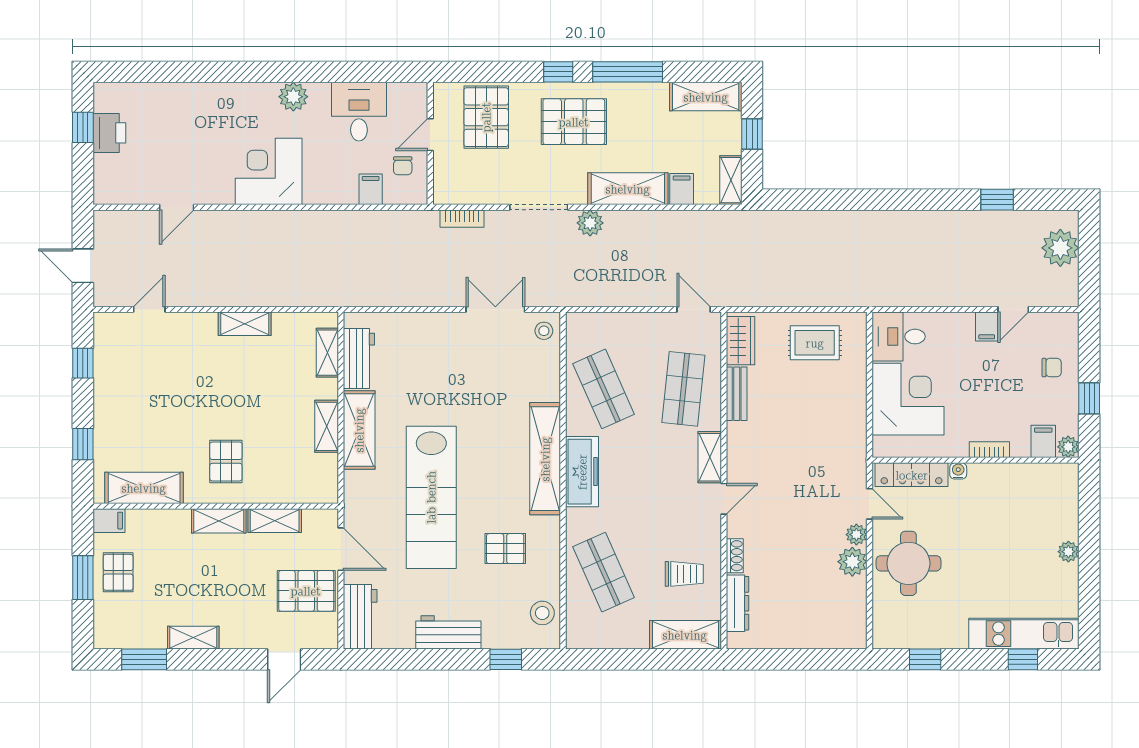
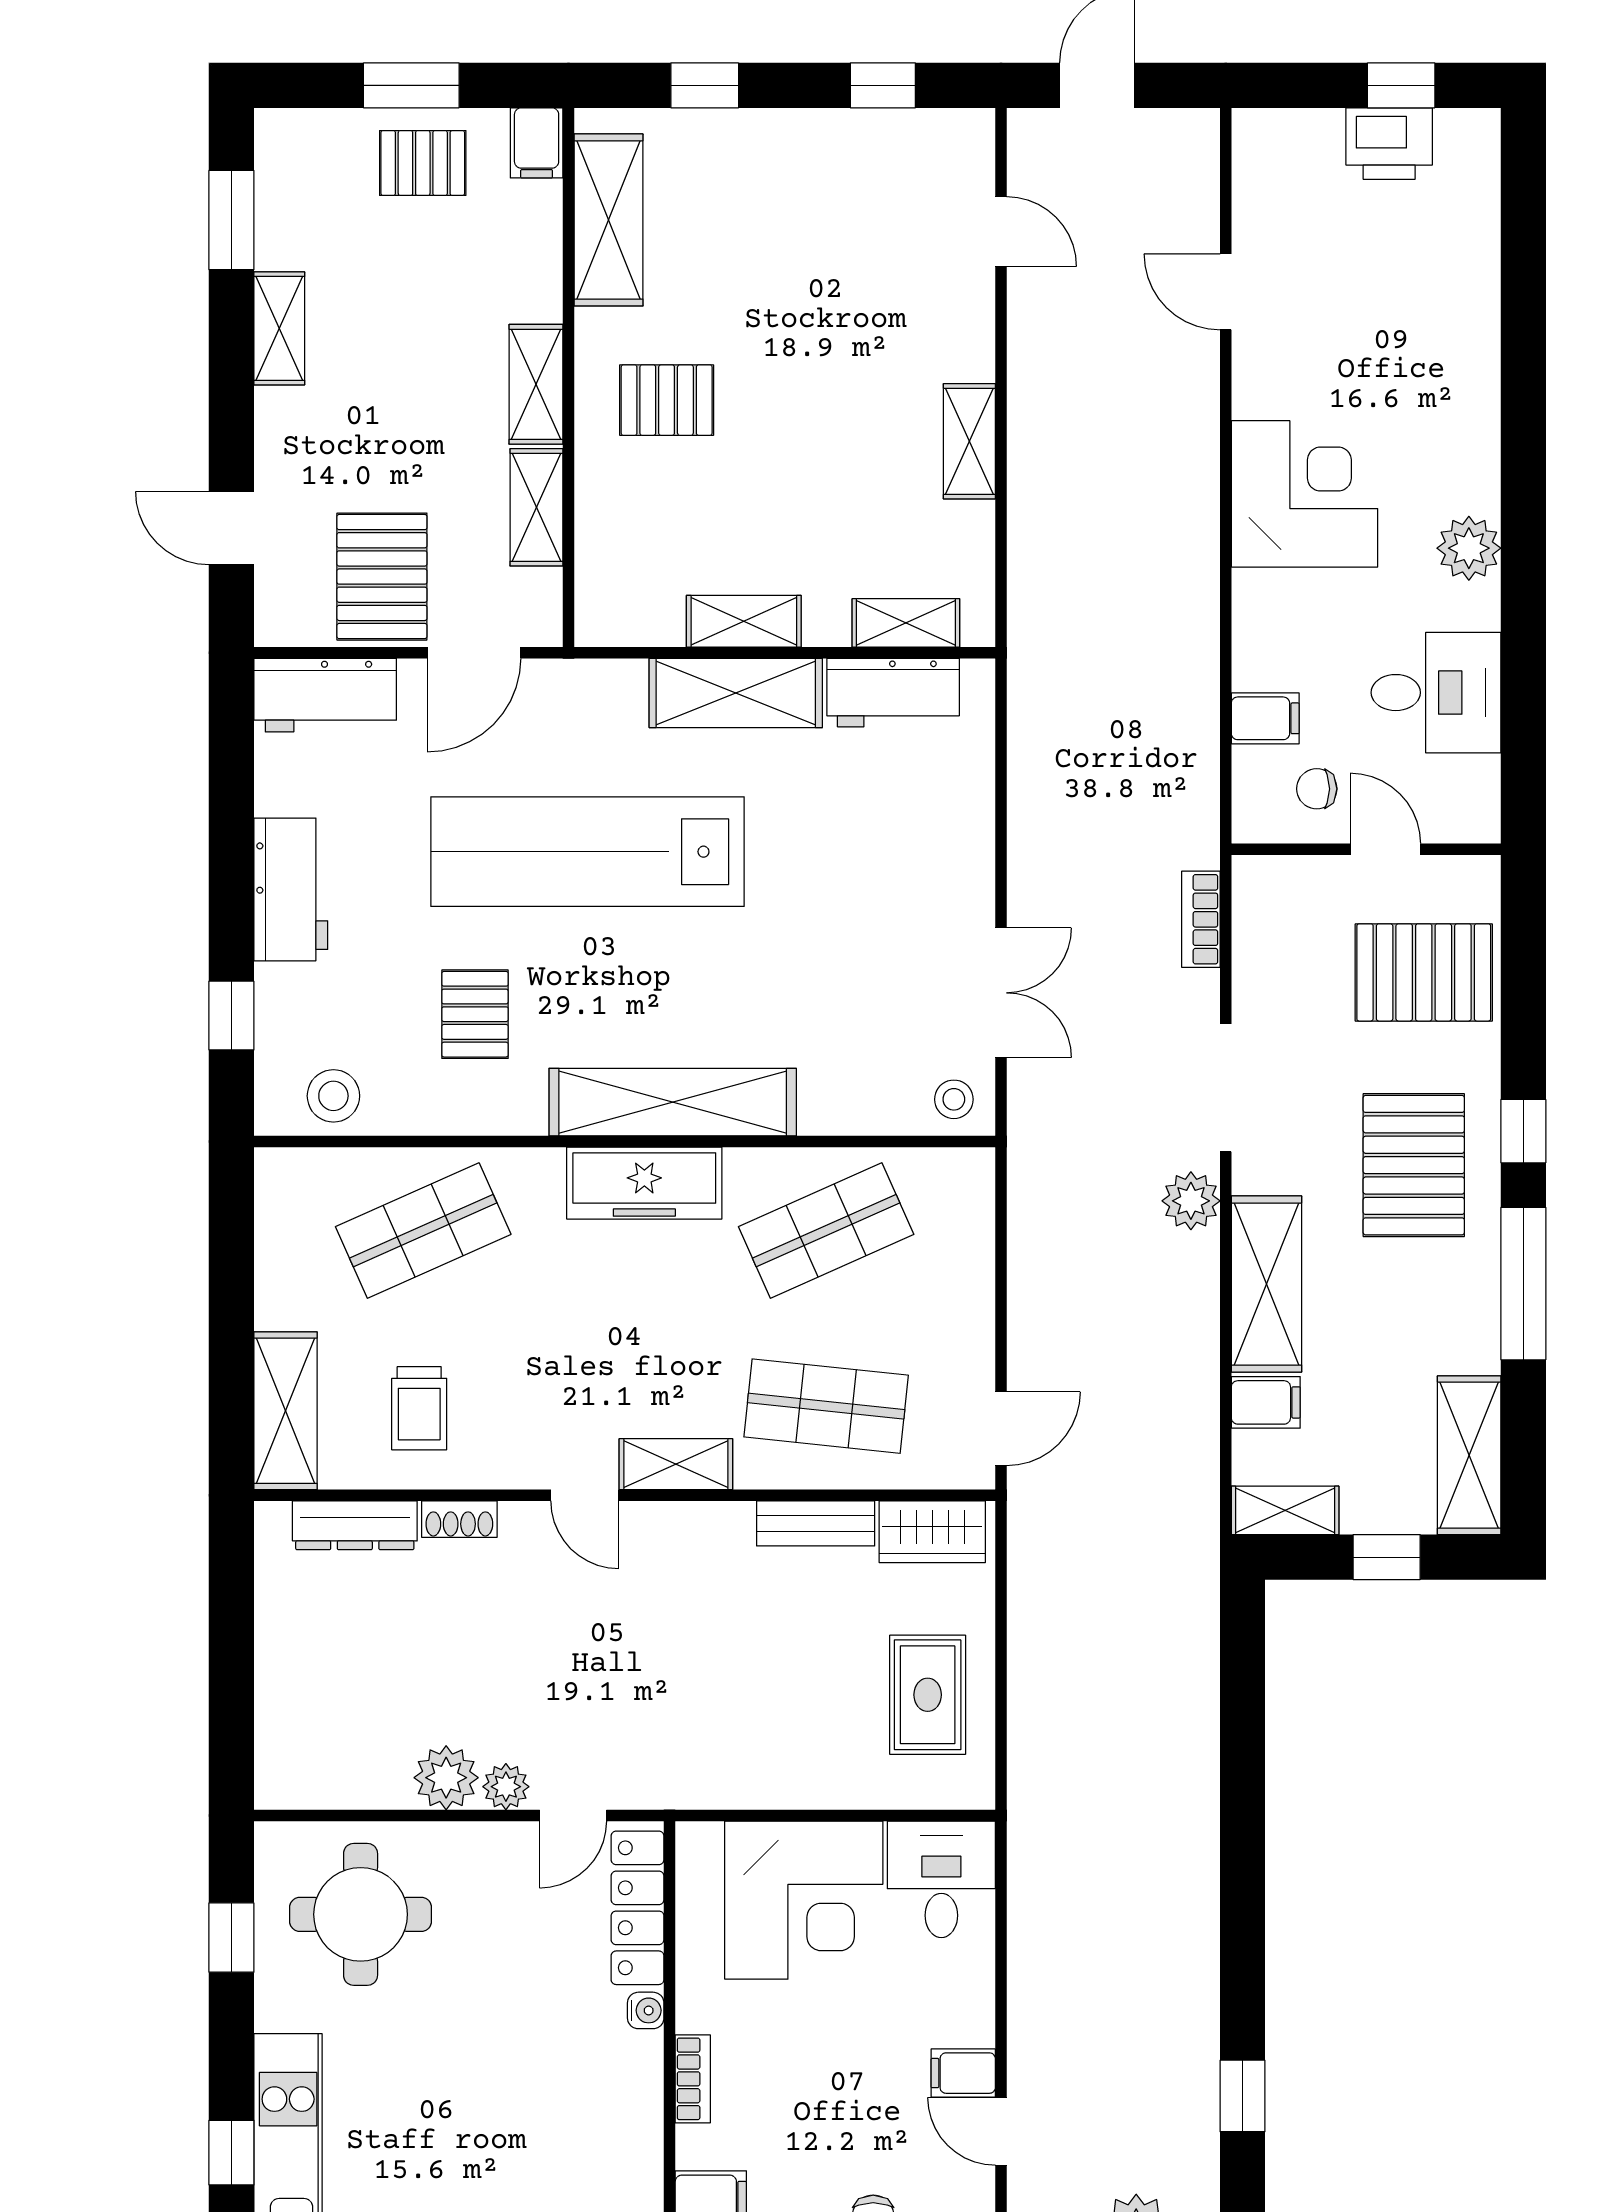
round table: (908, 563) -> (361, 1914), moved

